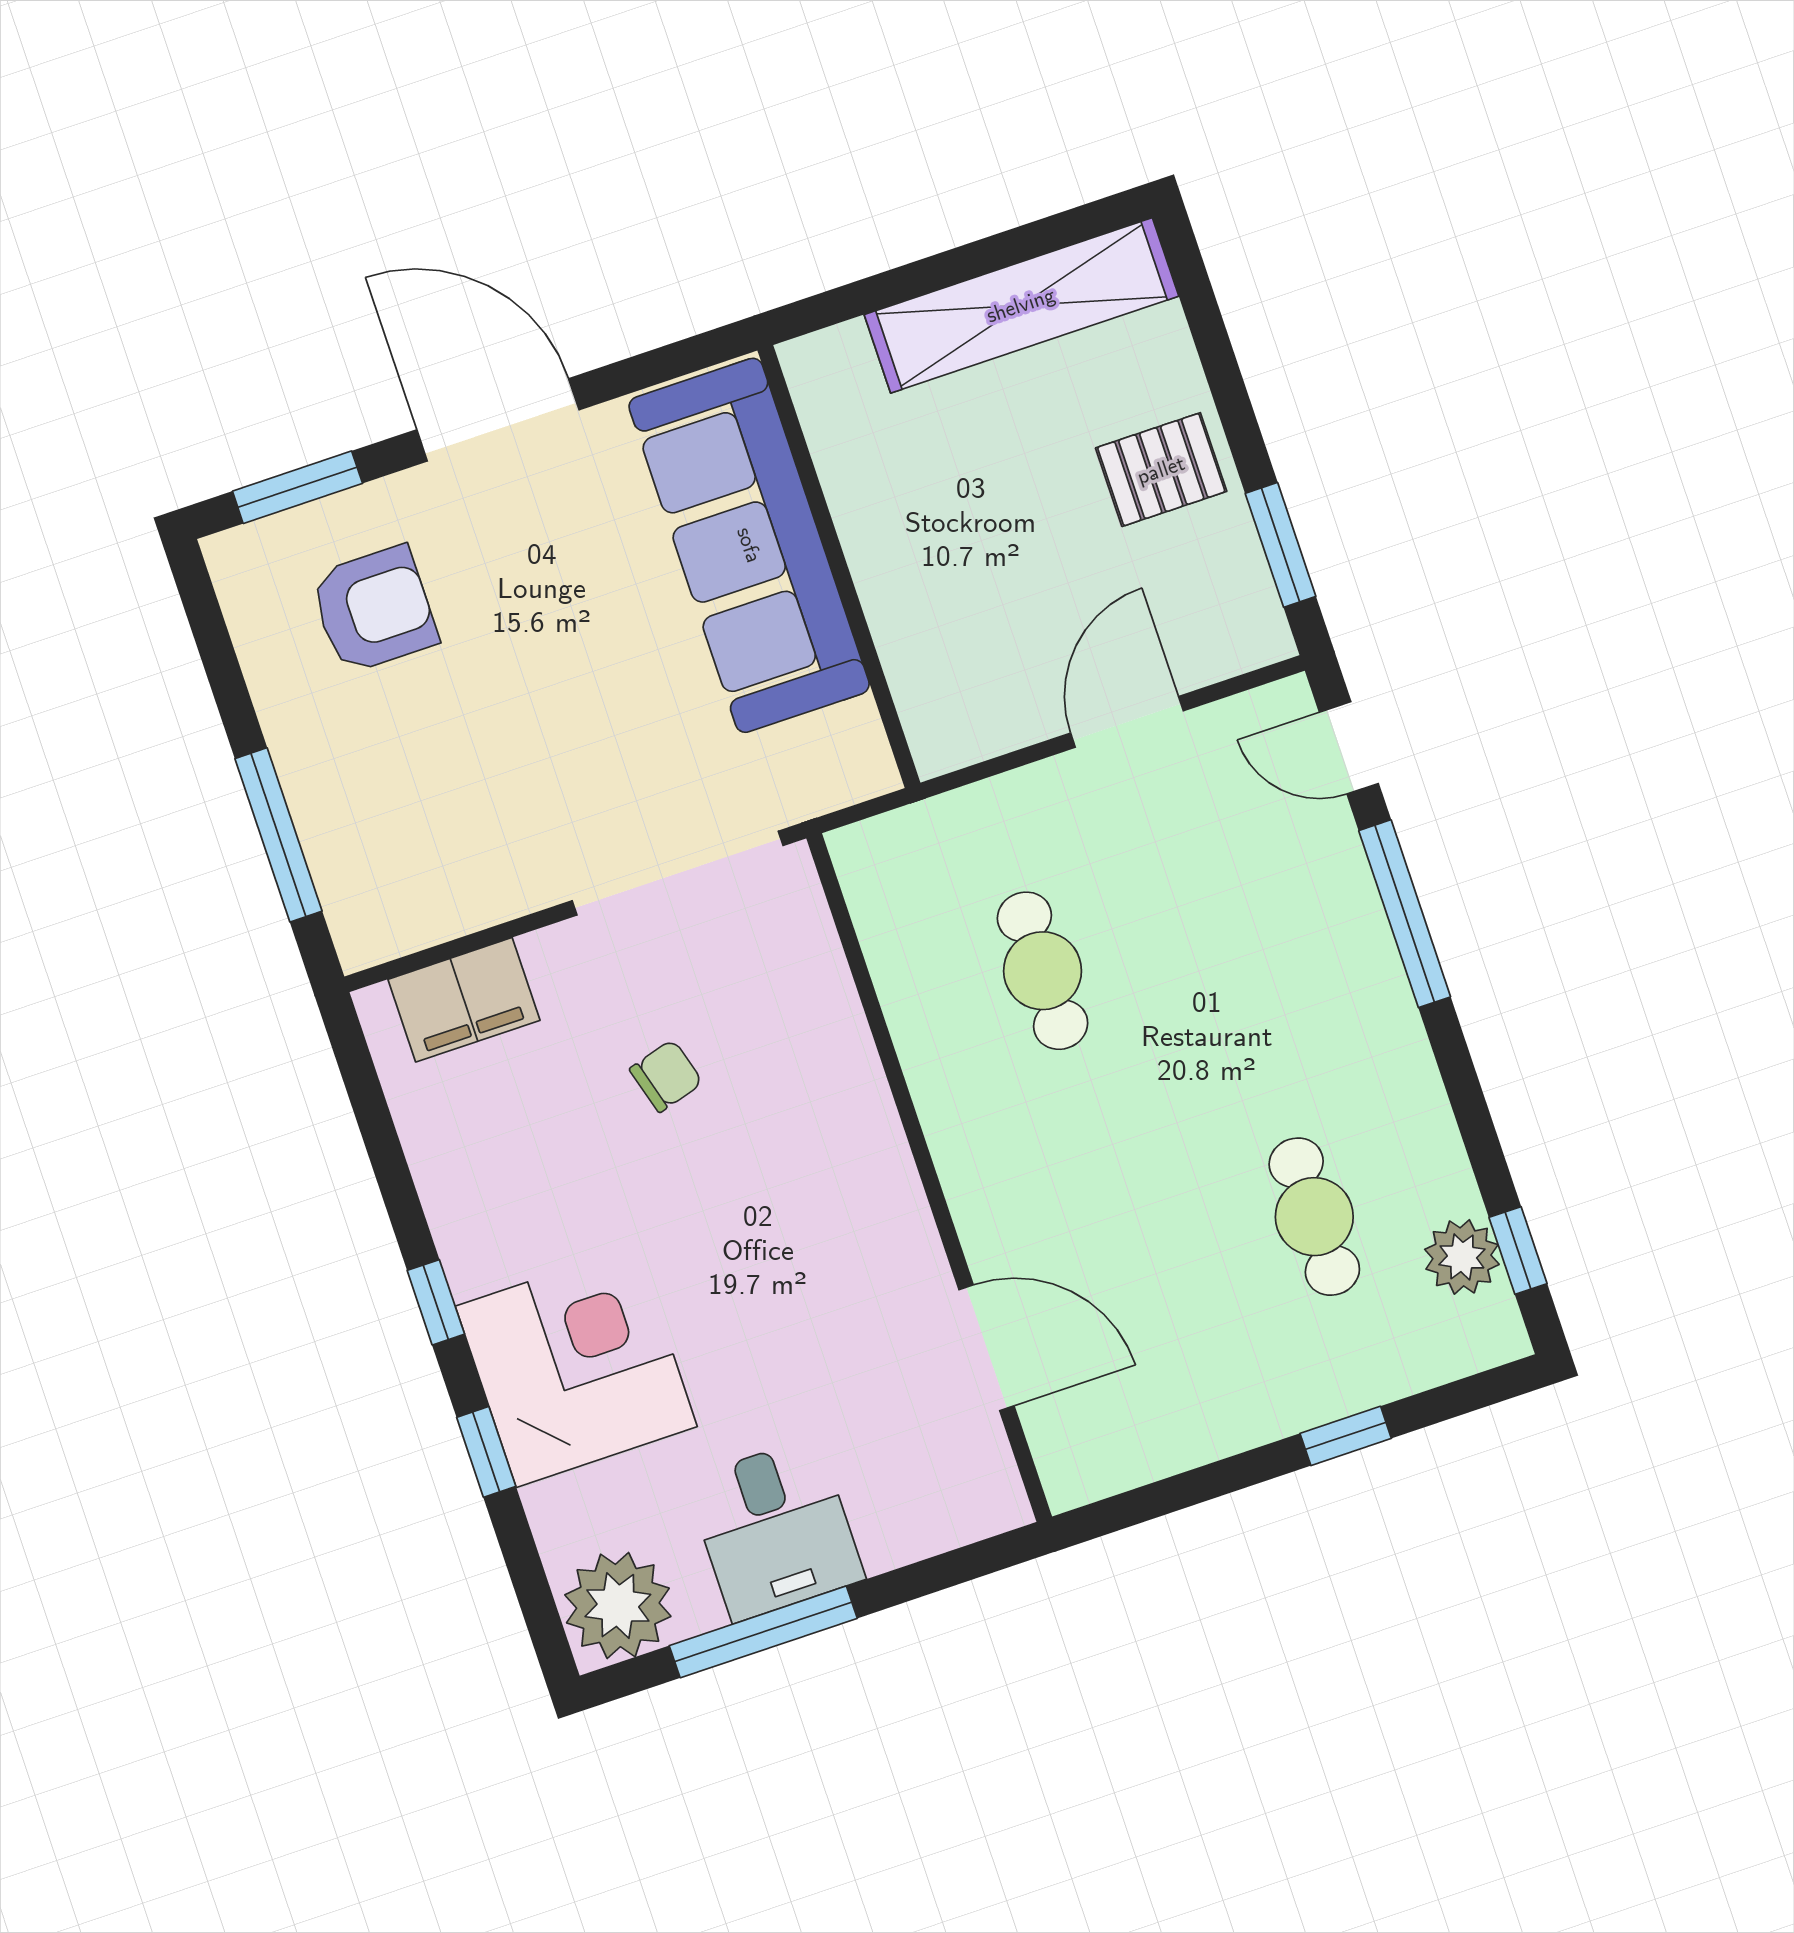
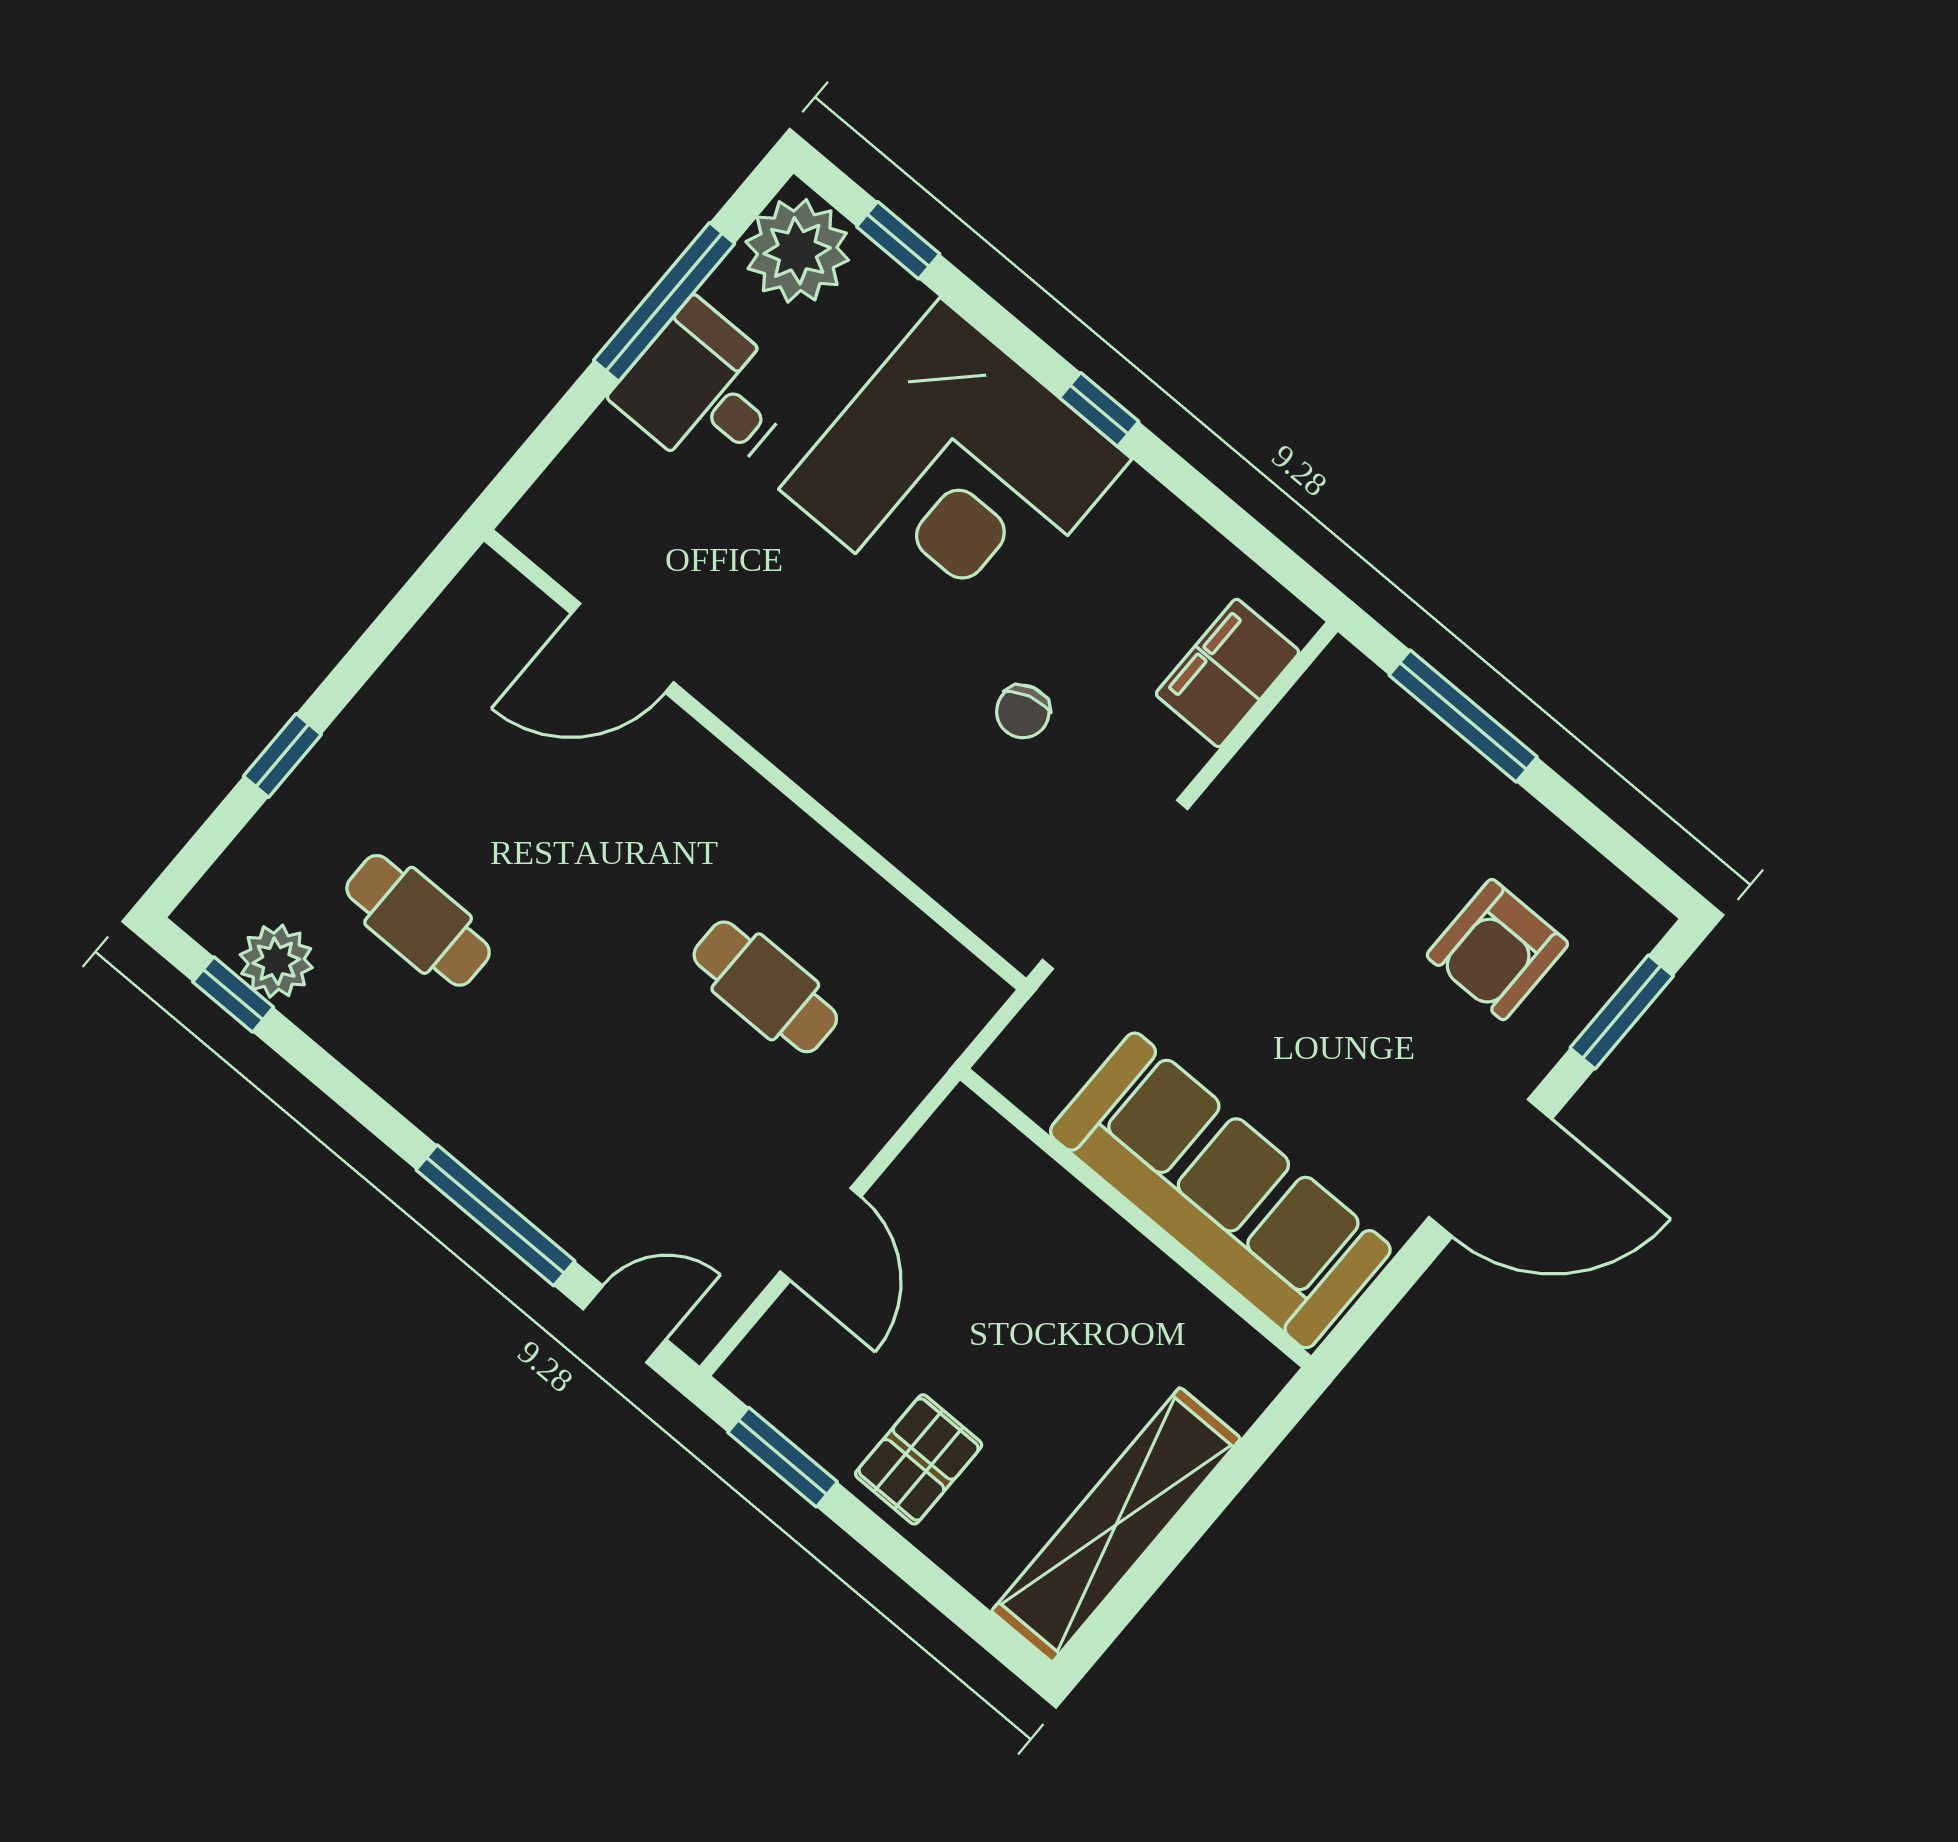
corner desk: (576, 1366) -> (955, 474), width x1.36, depth x1.36
window: (486, 1452) -> (898, 240), moved

